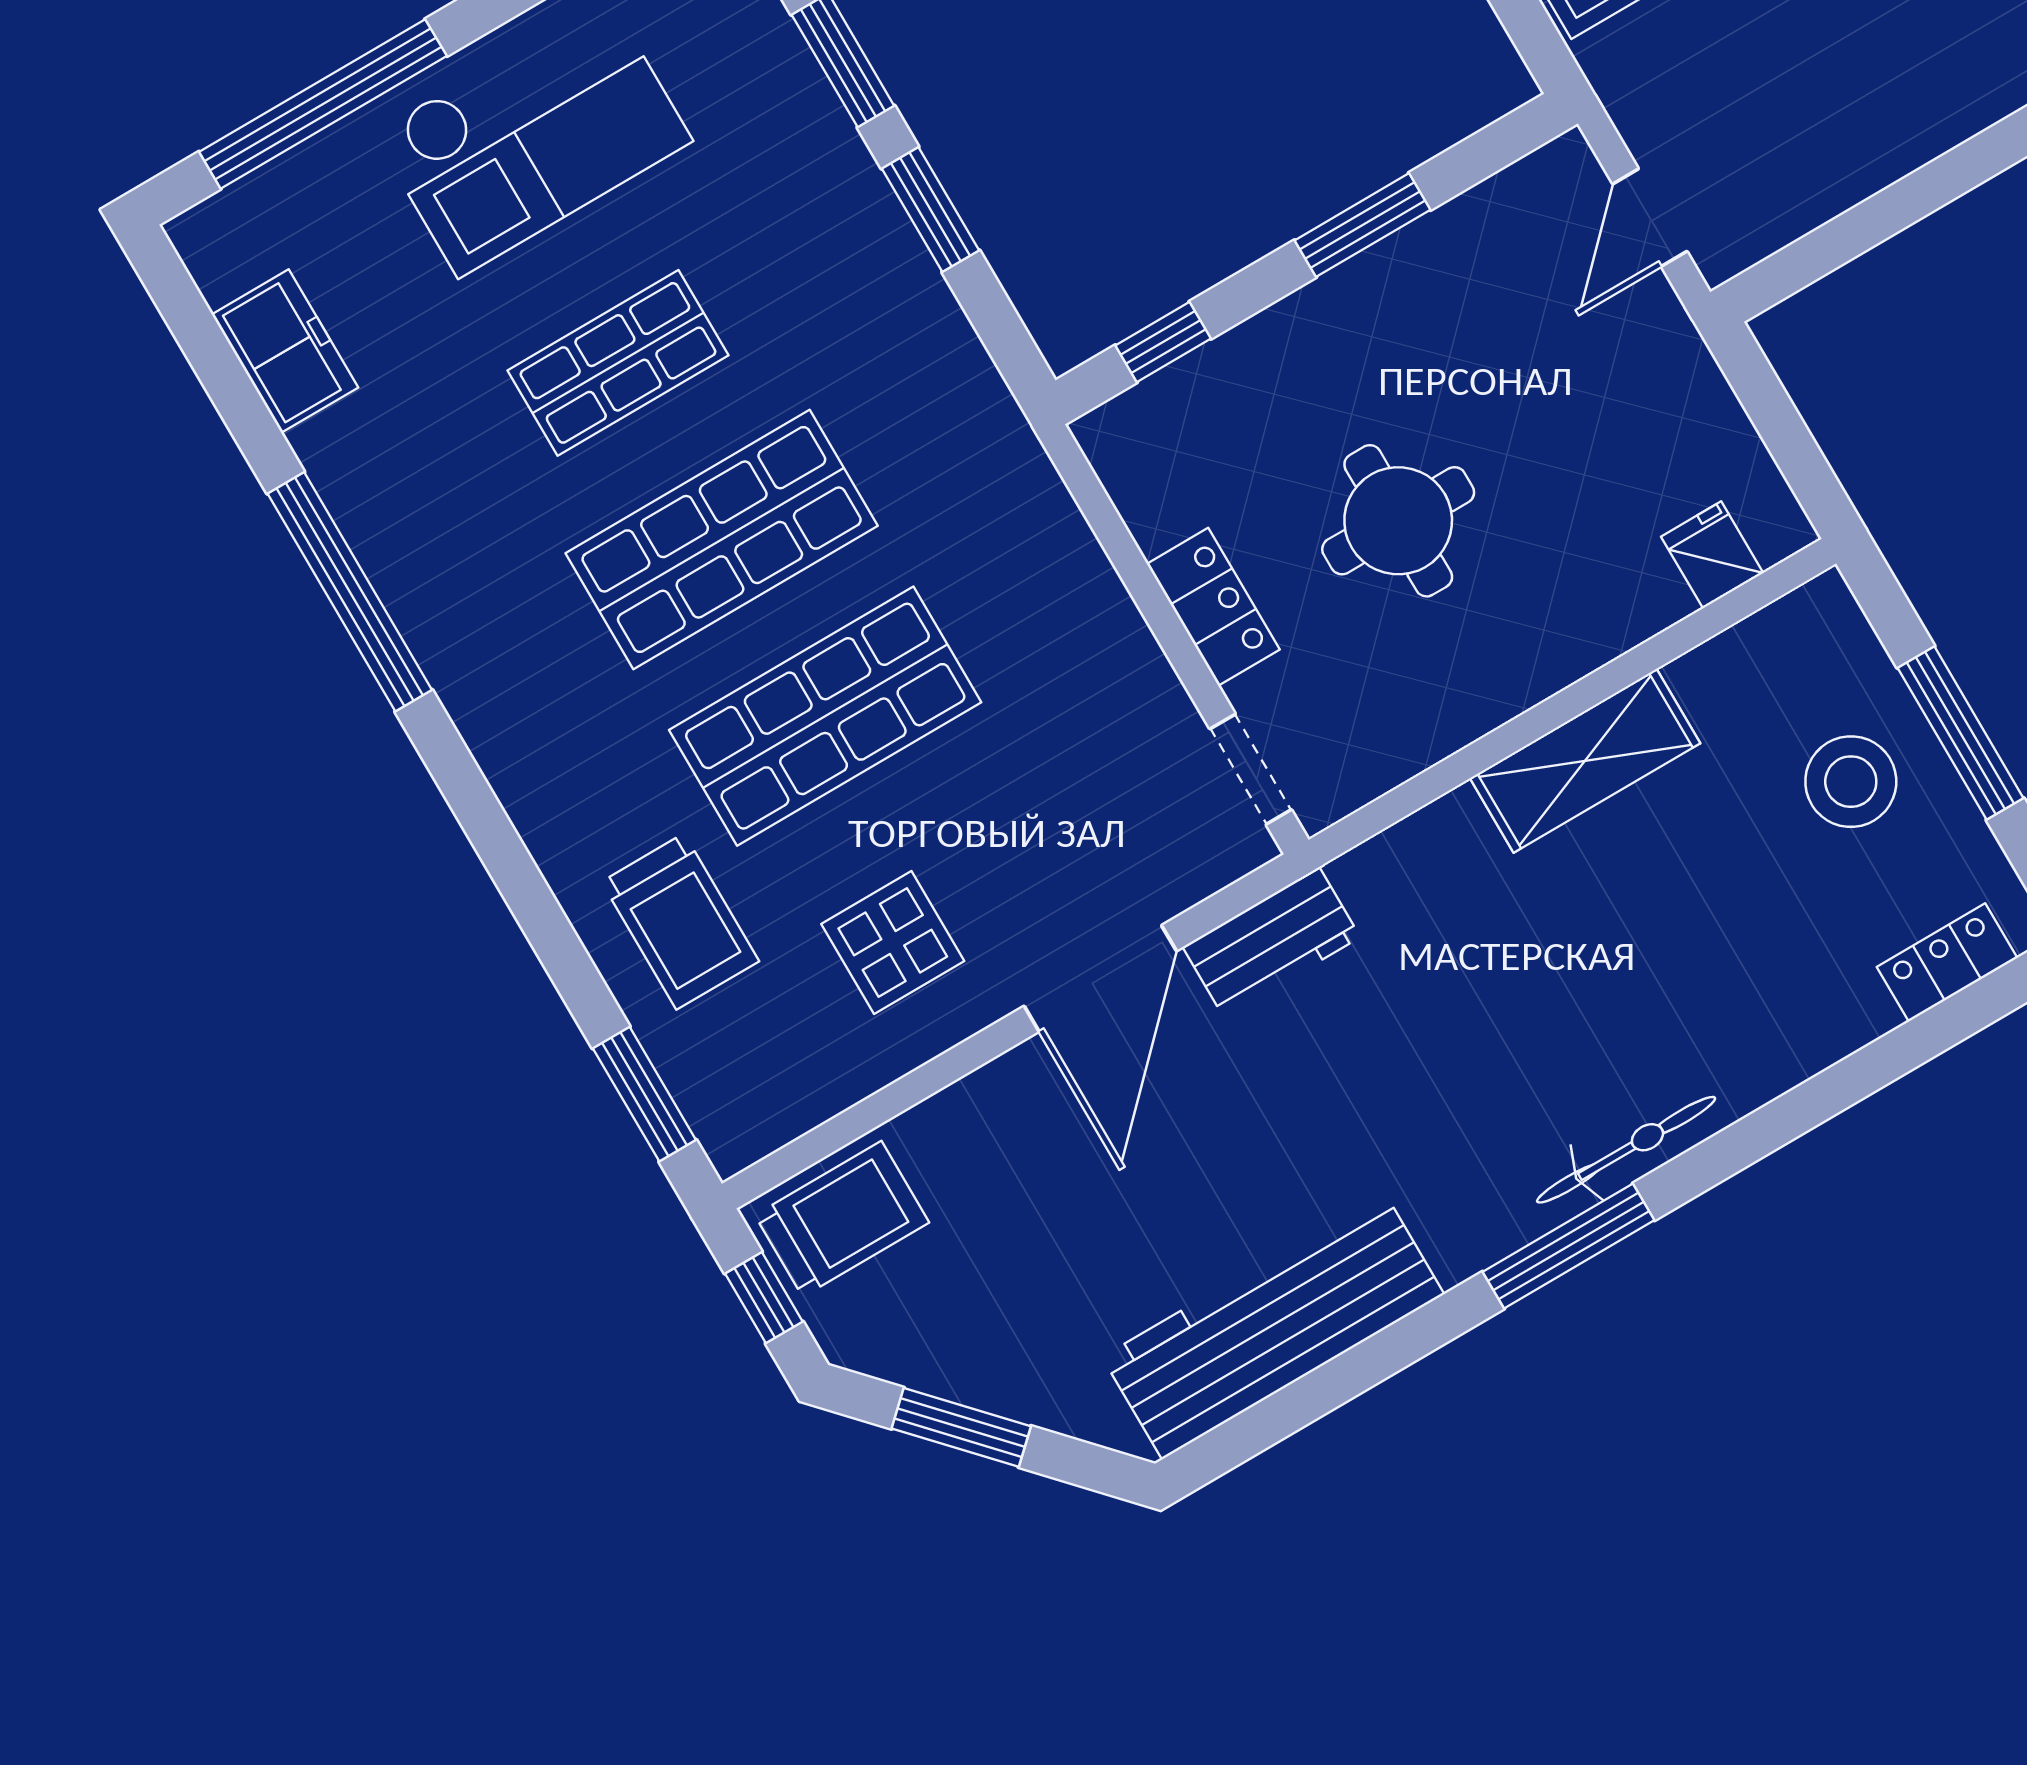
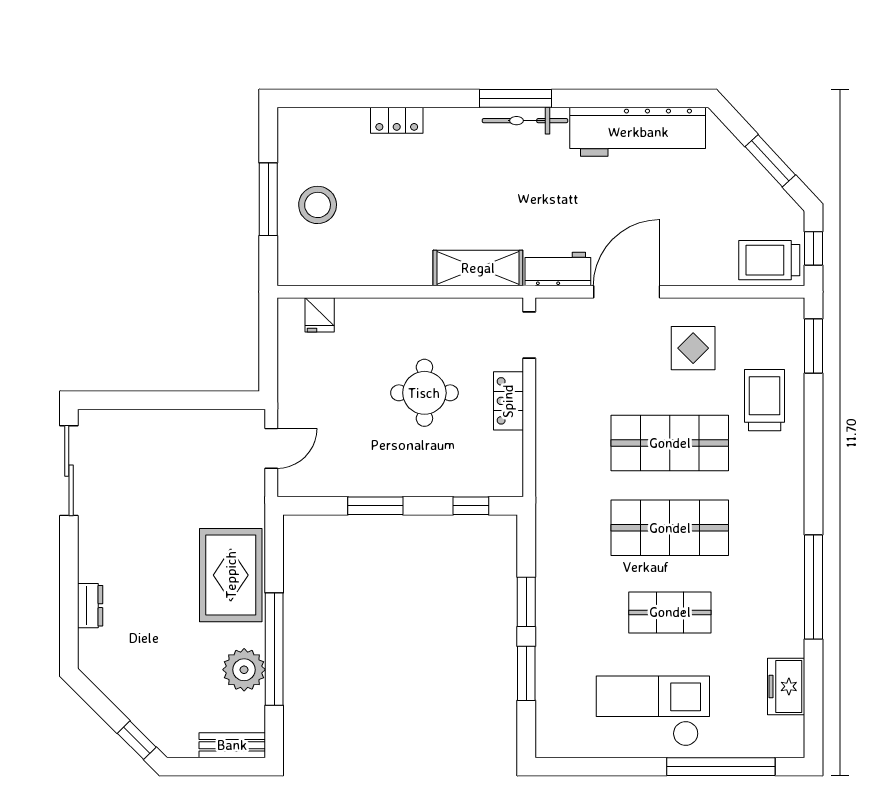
shelving: (1585, 761) -> (478, 268), moved
locker: (1947, 962) -> (397, 120), moved
bicycle: (1626, 1150) -> (525, 121), moved

